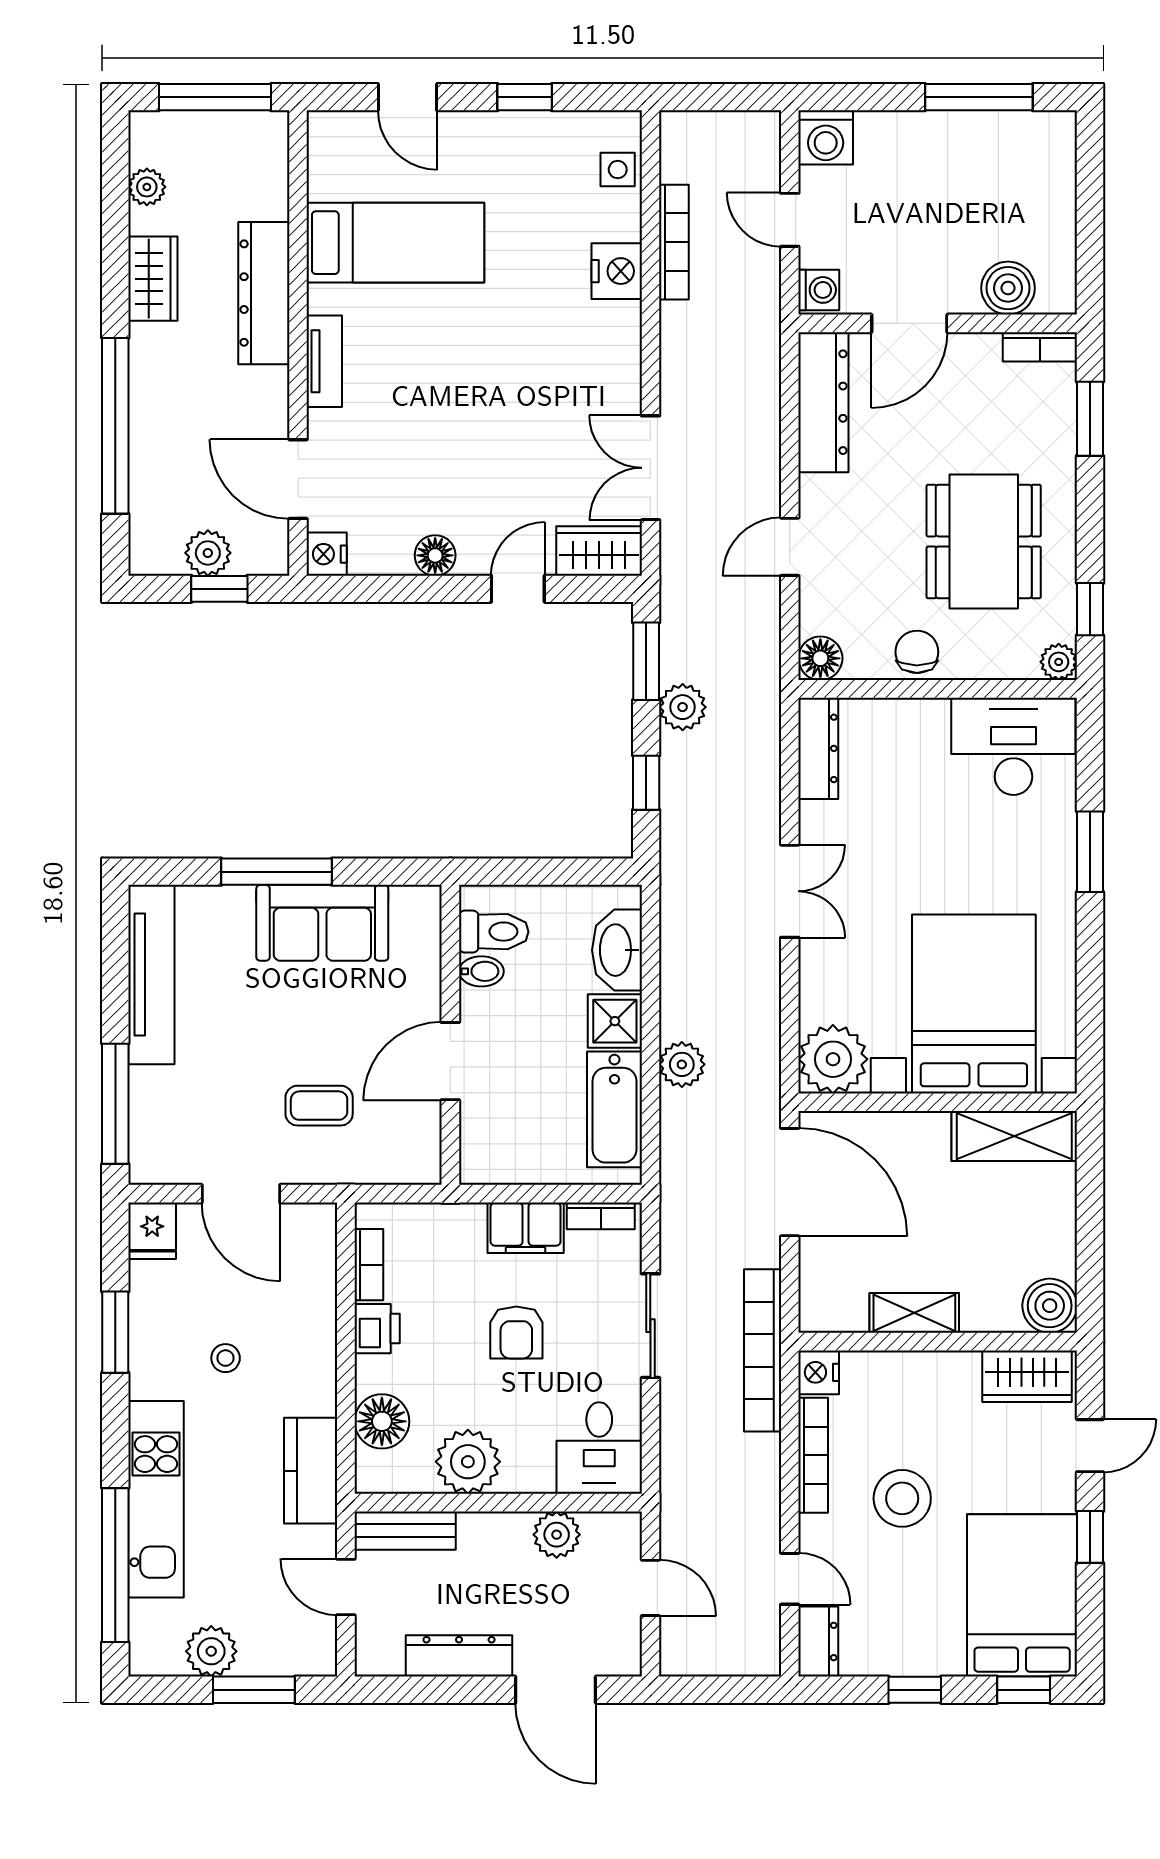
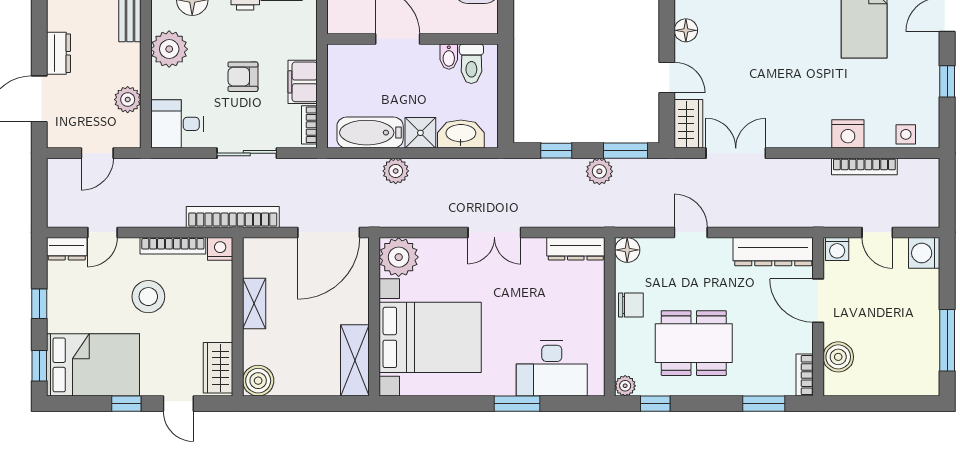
door: (790, 220) -> (877, 232), swing flipped
desk: (1013, 746) -> (552, 368), moved, turned 90
dresser: (459, 1656) -> (59, 53), width x0.70

